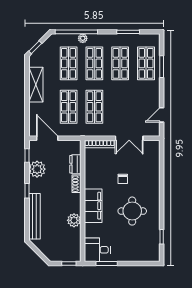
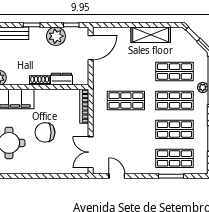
shop shelf: (69, 107) -> (126, 72), removed
double door: (129, 138) -> (91, 152), moved
chair: (123, 179) -> (45, 132), width x1.87, depth x1.87

